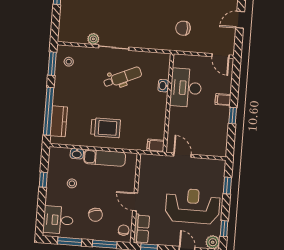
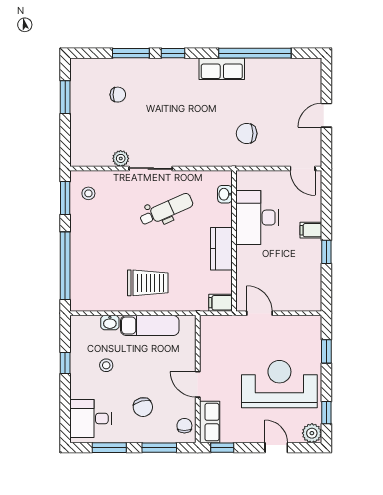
washbasin: (163, 86) -> (225, 194), moved
kitchen counter: (59, 121) -> (221, 249), moved, turned 180

